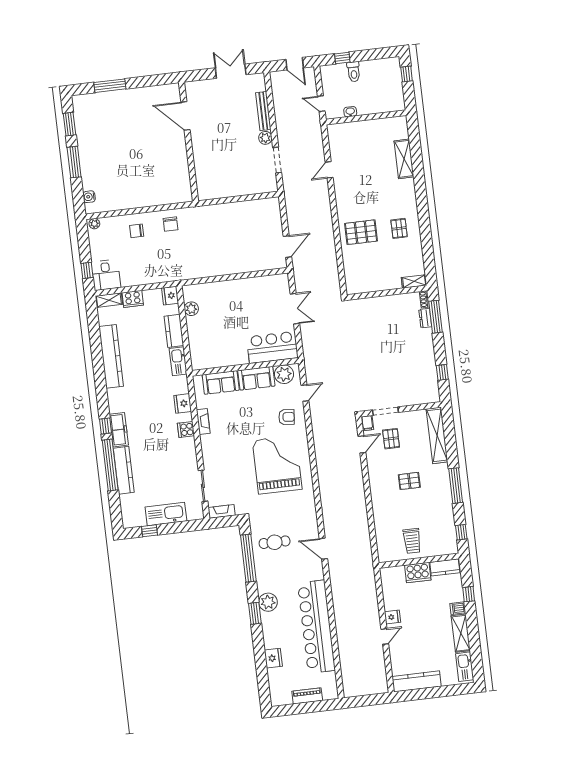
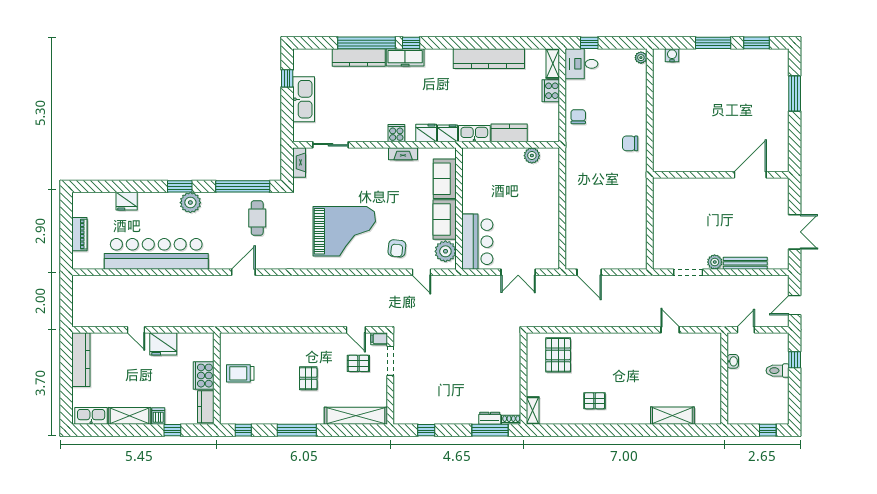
chair: (137, 231) -> (578, 117), moved
pallet: (361, 232) -> (558, 355), moved
fridge: (170, 296) -> (447, 133), moved
fridge: (392, 617) -> (163, 344), width x1.88, depth x1.34

